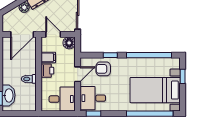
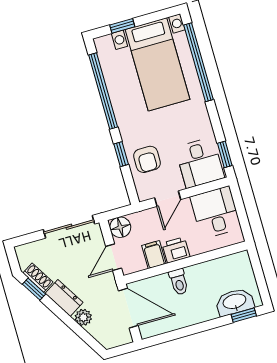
door: (78, 74) -> (168, 199), swing flipped
toilet: (29, 79) -> (179, 282), moved

